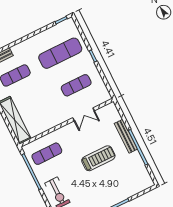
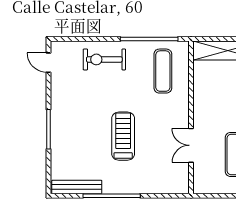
bench: (126, 136) -> (77, 187), moved
treadmill: (98, 158) -> (123, 136), turned 180

